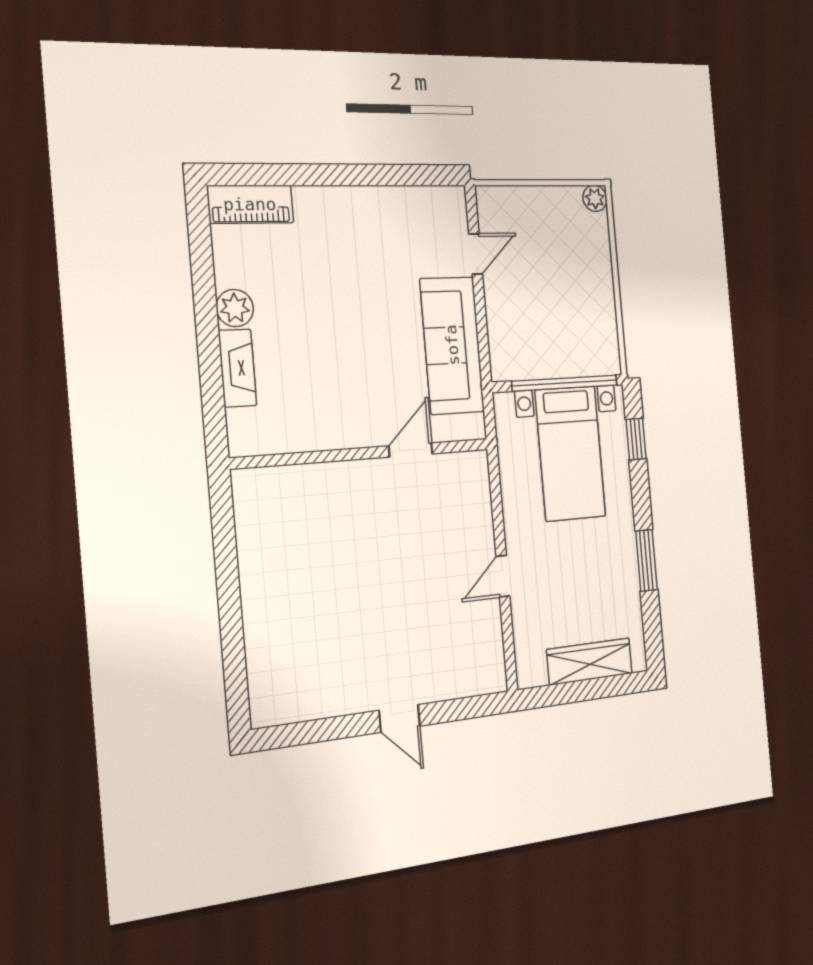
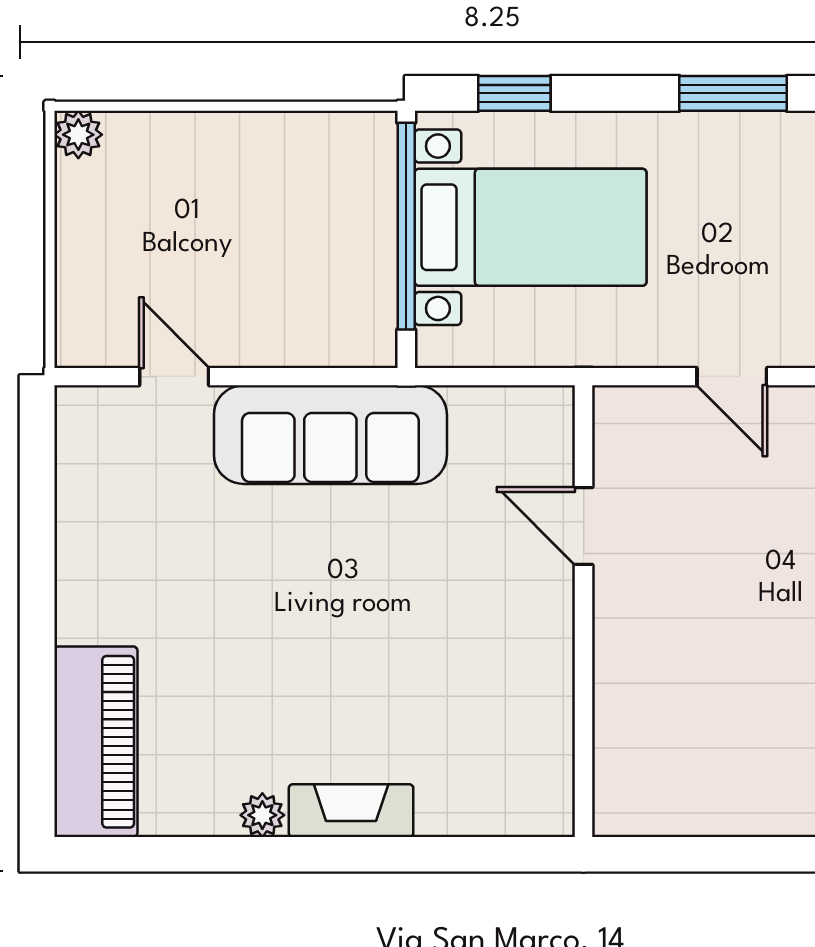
piano: (250, 204) -> (96, 742), width x1.37, depth x1.33
plant: (235, 308) -> (262, 815), width x0.73, depth x0.73
door: (411, 450) -> (584, 526), moved
wall: (363, 454) -> (584, 611), moved

